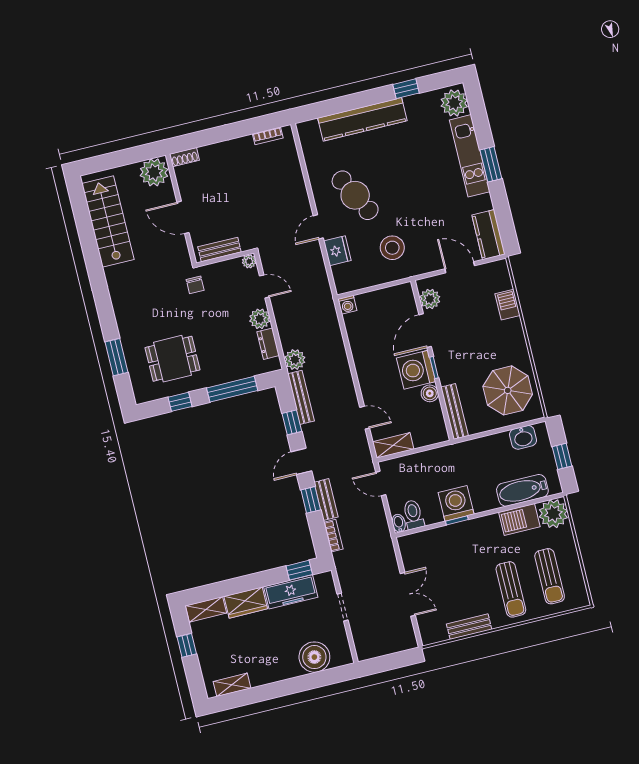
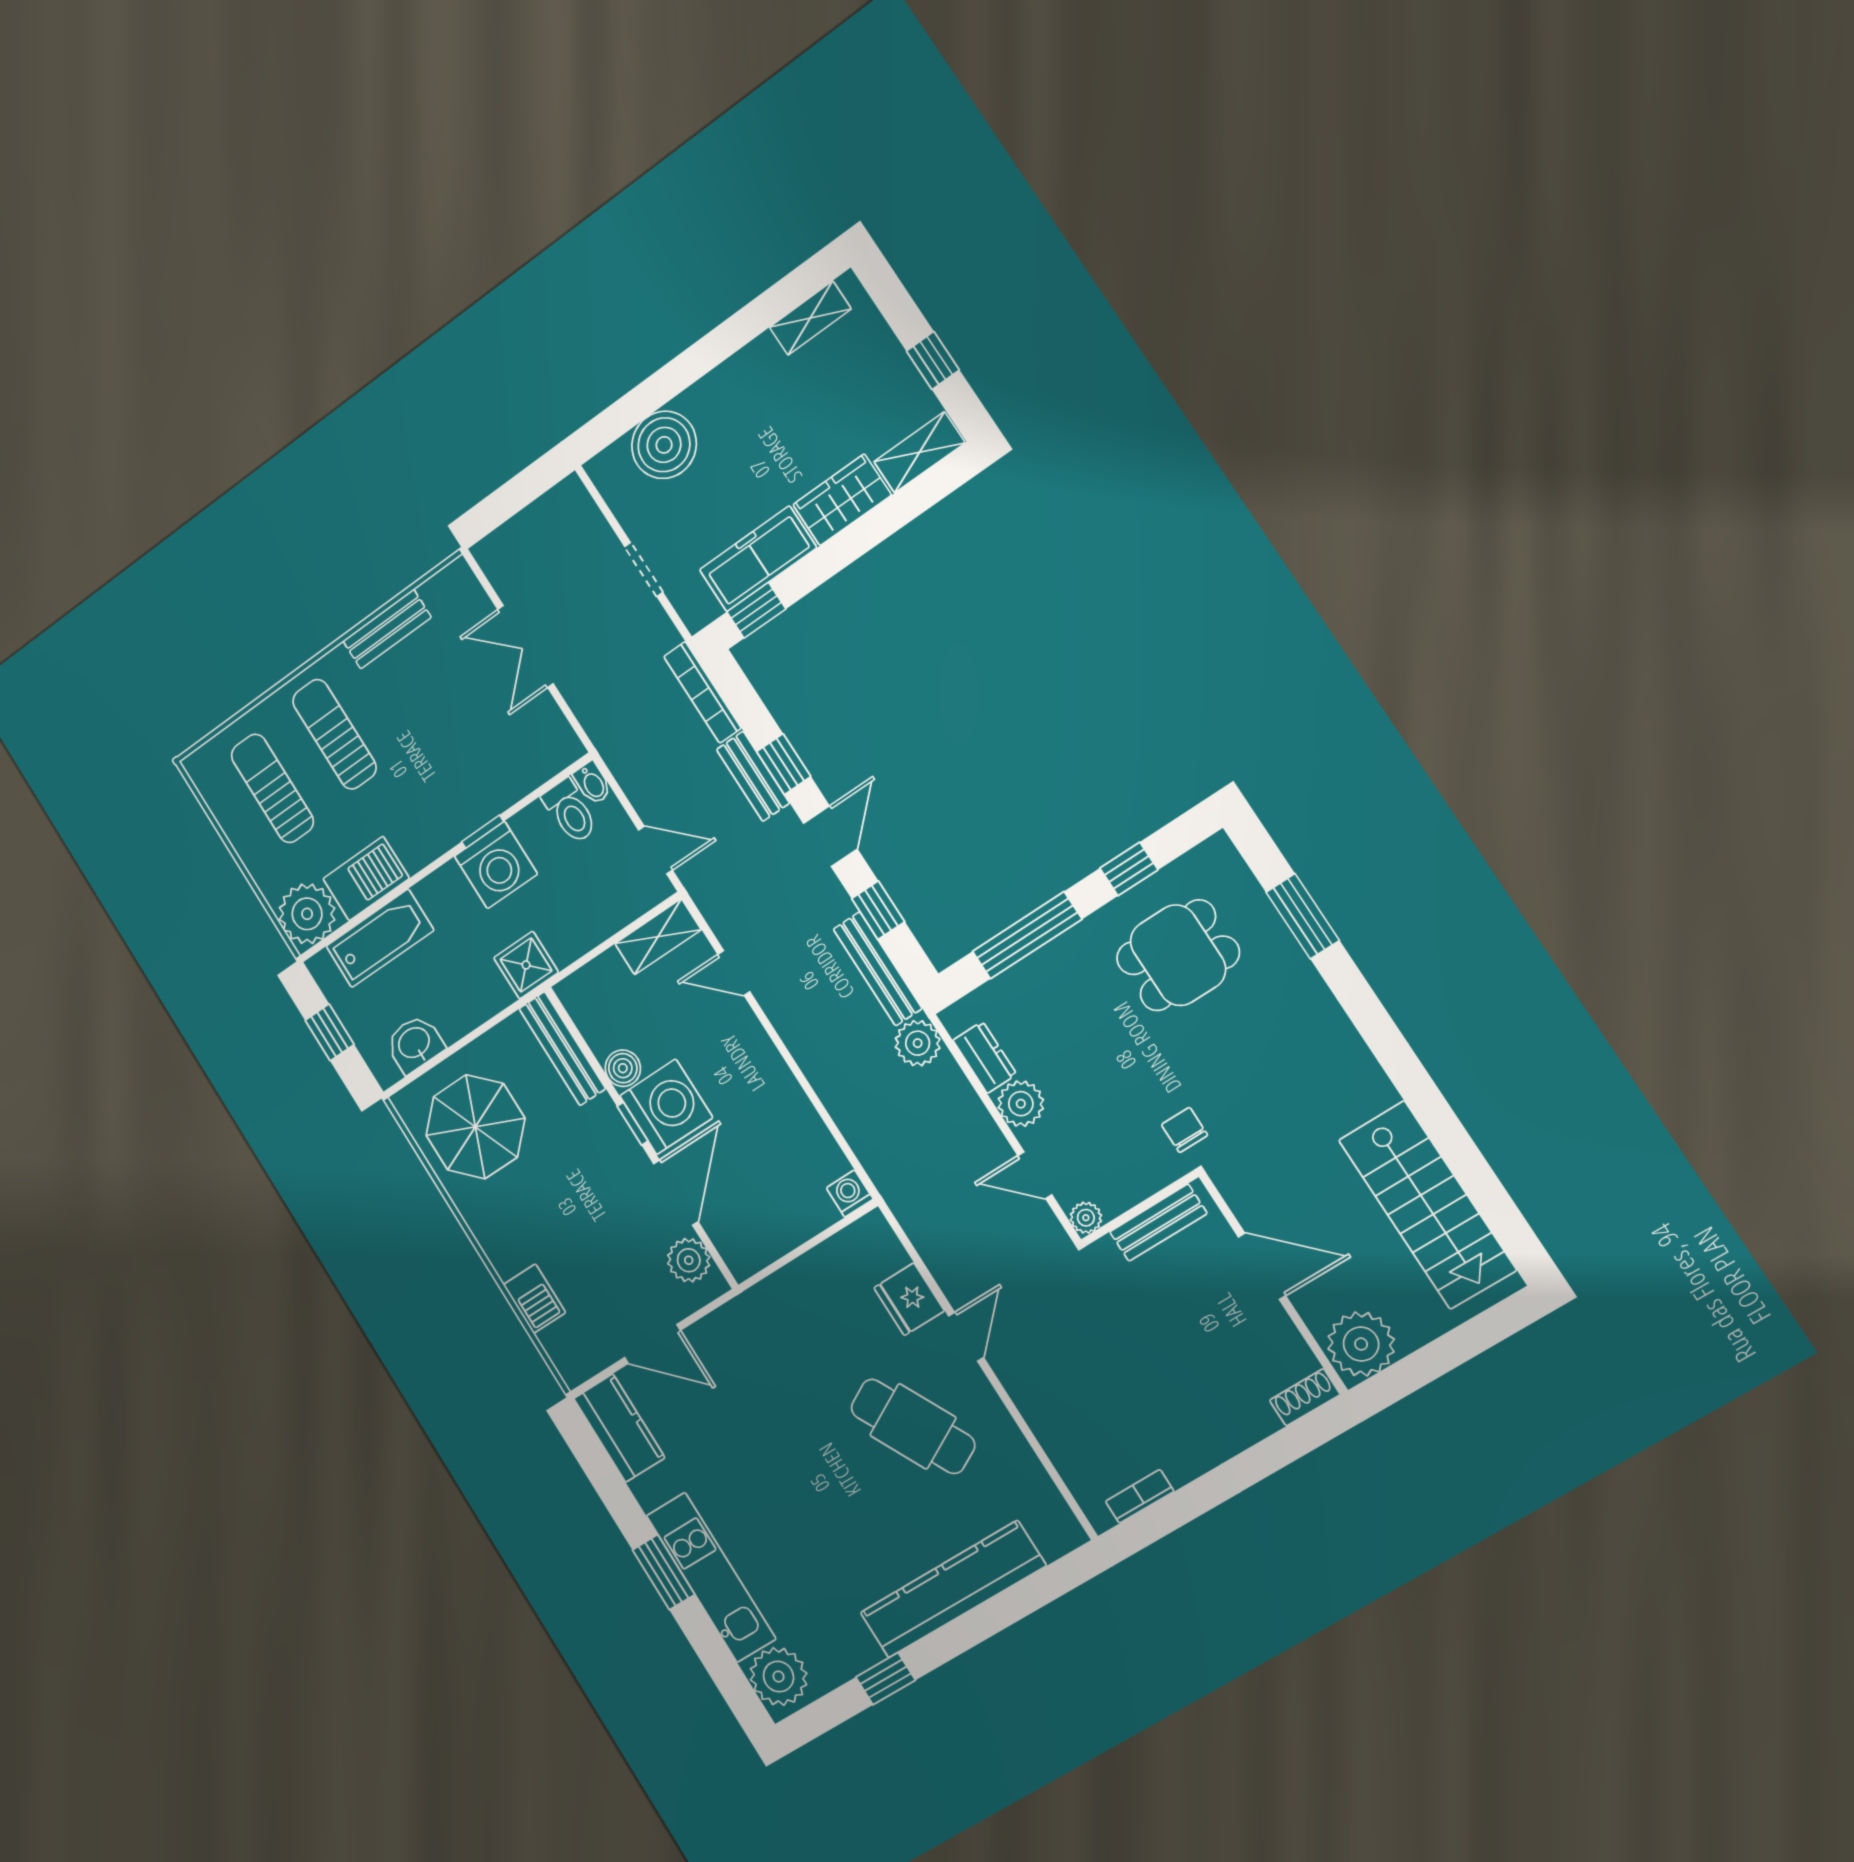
stool: (392, 248) -> (800, 1341), removed
shower: (458, 454) -> (526, 965), added
bookcase: (333, 536) -> (702, 692), width x1.56

